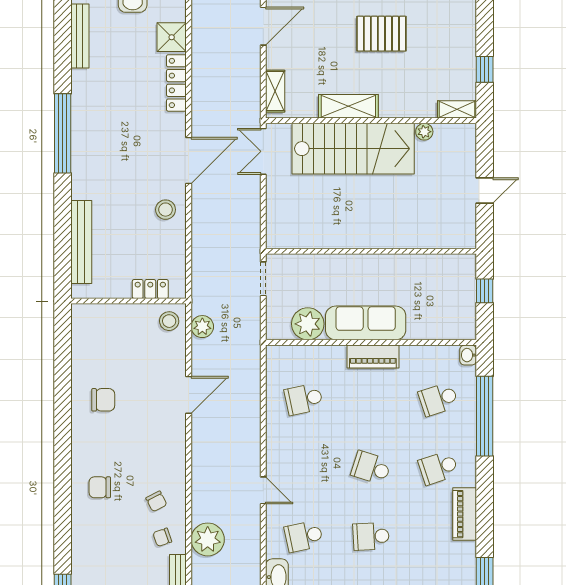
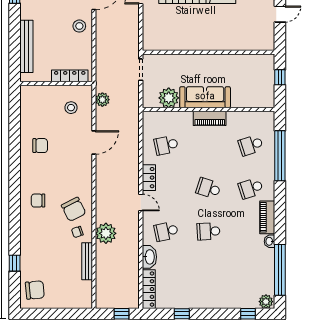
locker: (150, 289) -> (70, 76), width x1.53
stool: (169, 321) -> (71, 108), moved
washbasin: (468, 355) -> (269, 241), moved
locker: (276, 451) -> (149, 178), added
chair: (156, 501) -> (74, 209), width x1.87, depth x1.87

